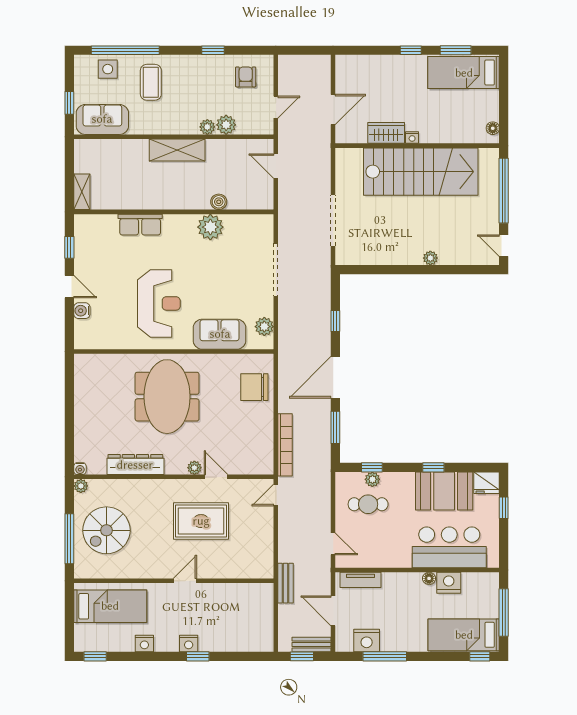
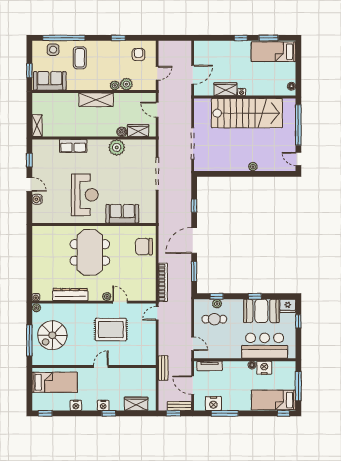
wardrobe: (245, 200) -> (138, 131), added
plant: (264, 327) -> (150, 209), removed
wardrobe: (242, 641) -> (136, 404), added

